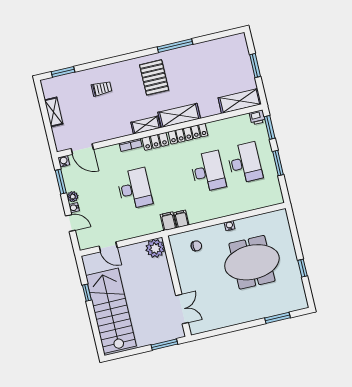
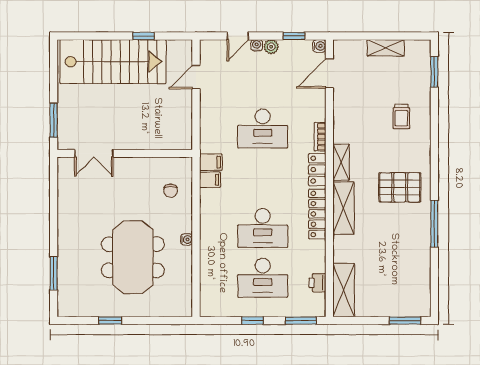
window: (255, 65) -> (405, 321), moved
printer: (257, 117) -> (317, 283), moved
window: (278, 163) -> (252, 321), width x0.67
window: (61, 182) -> (294, 36), width x0.67
plant: (155, 248) -> (180, 137), removed

